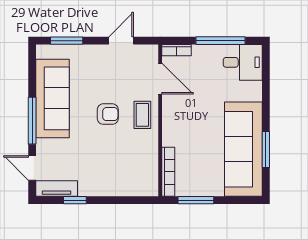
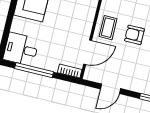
door: (160, 79) -> (88, 52), swing flipped

